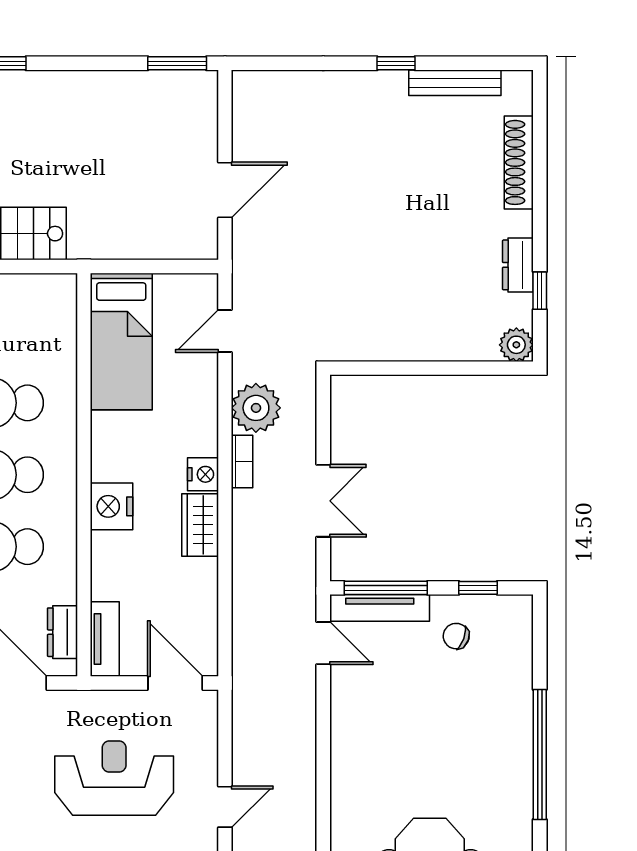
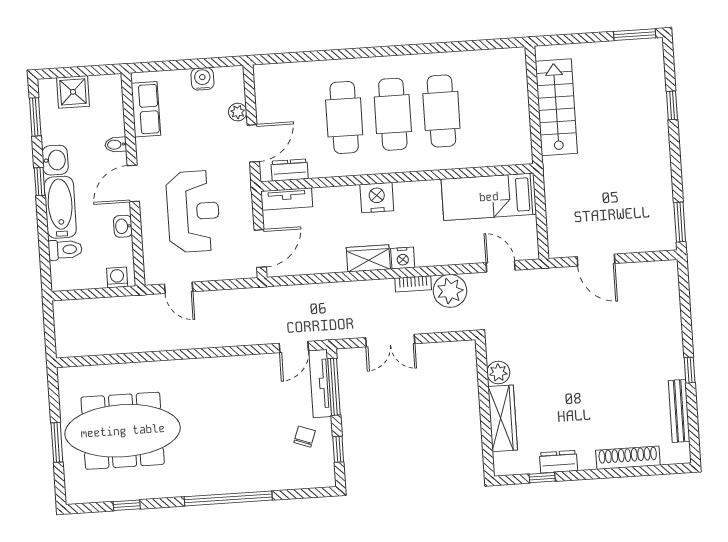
wardrobe: (449, 343) -> (503, 418), added
plant: (516, 345) -> (498, 373), moved

